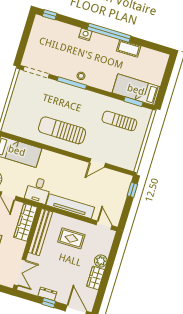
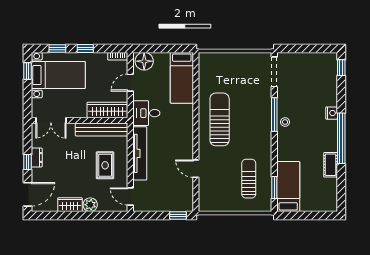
door: (104, 225) -> (130, 197), swing flipped

